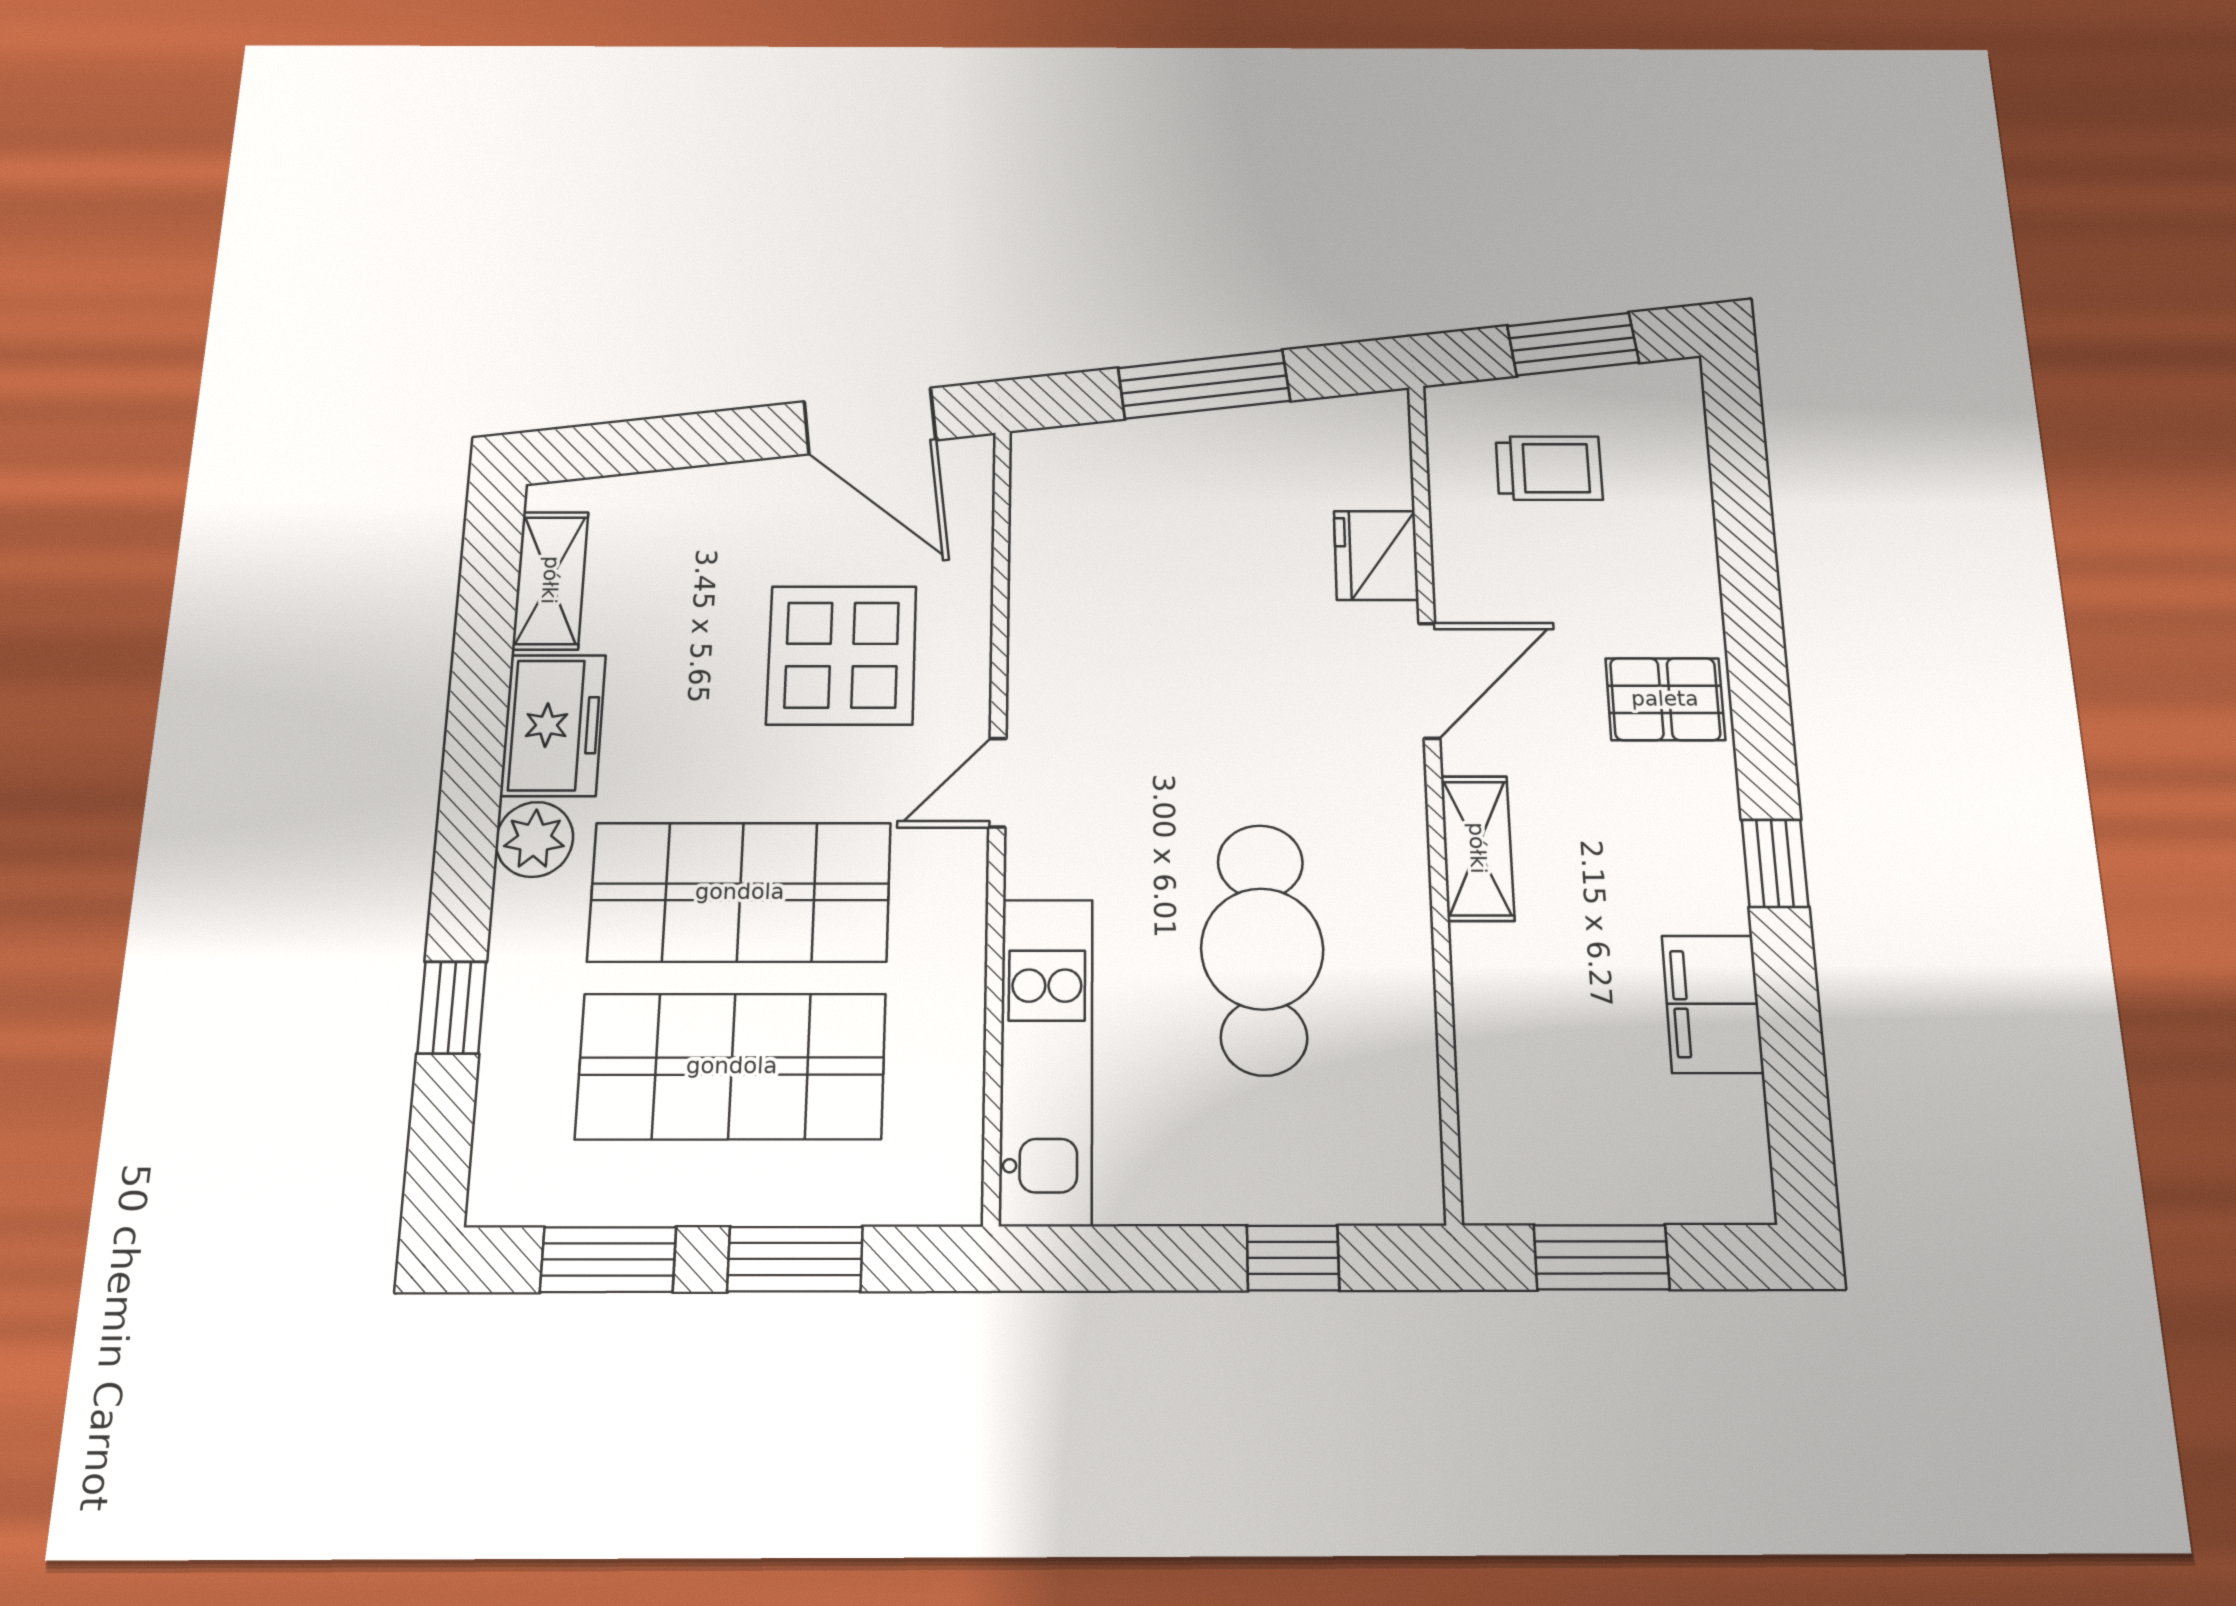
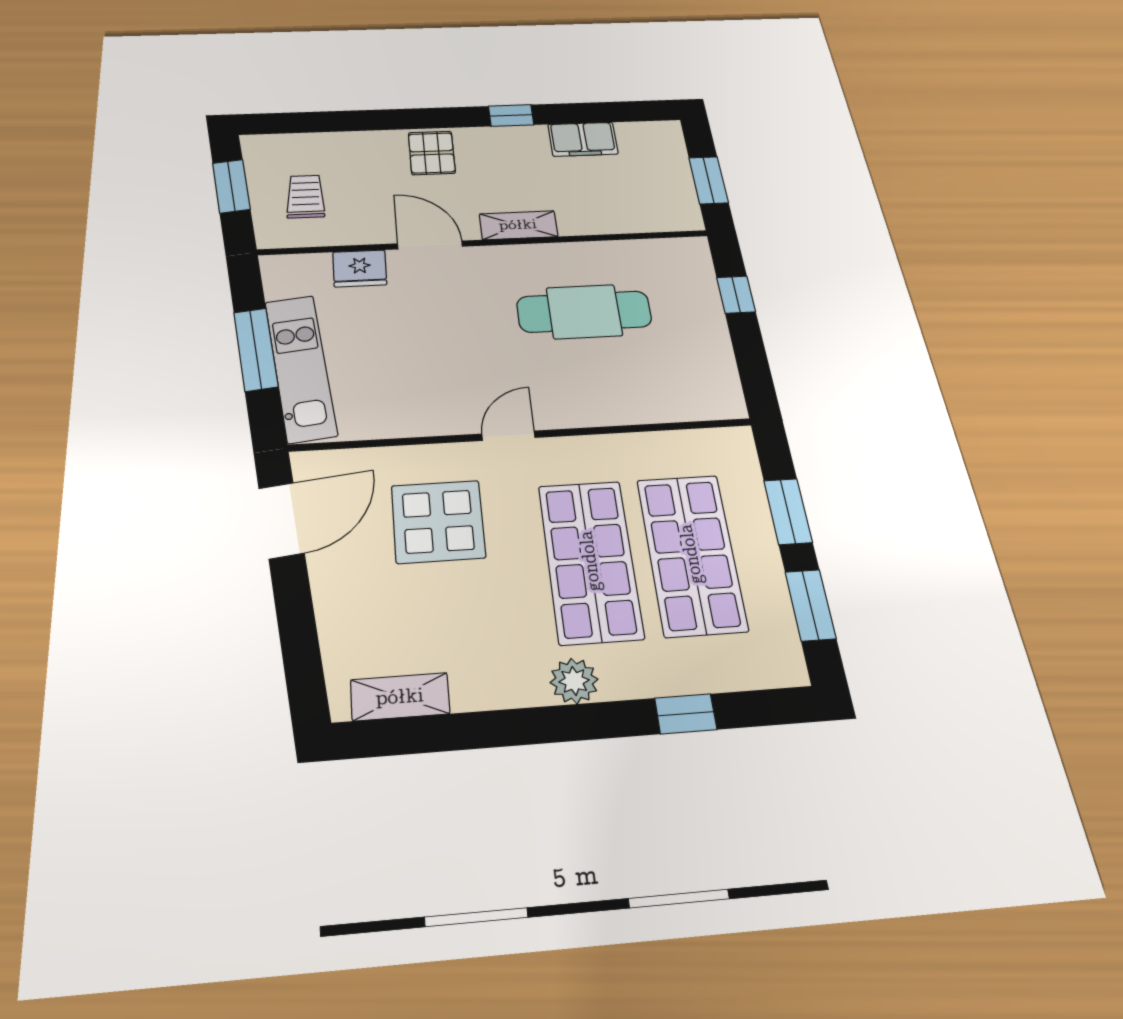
freezer: (553, 725) -> (499, 681), removed
door: (997, 783) -> (508, 436), swing flipped
kitchen unit: (1046, 1060) -> (301, 367), moved, turned 83

